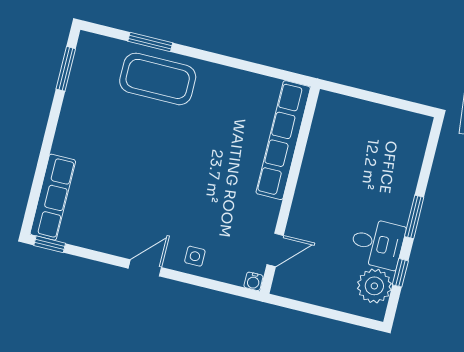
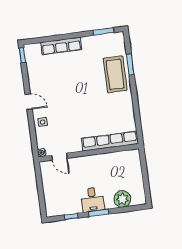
row of seats: (53, 197) -> (61, 46), moved
desk: (377, 243) -> (92, 199), moved
plant: (374, 286) -> (122, 199), moved

